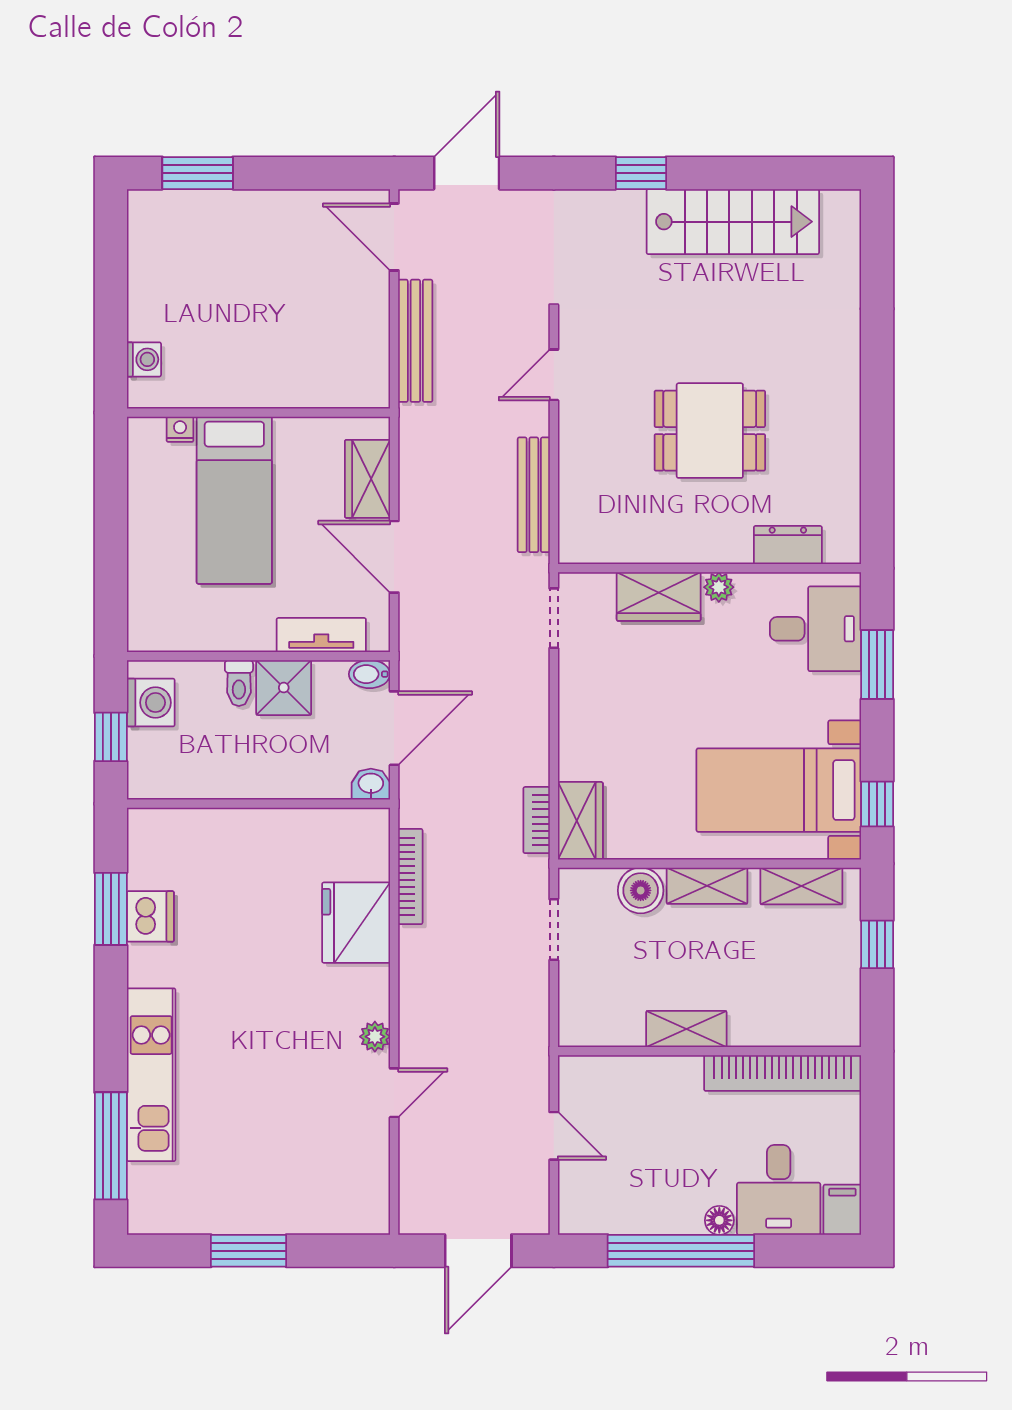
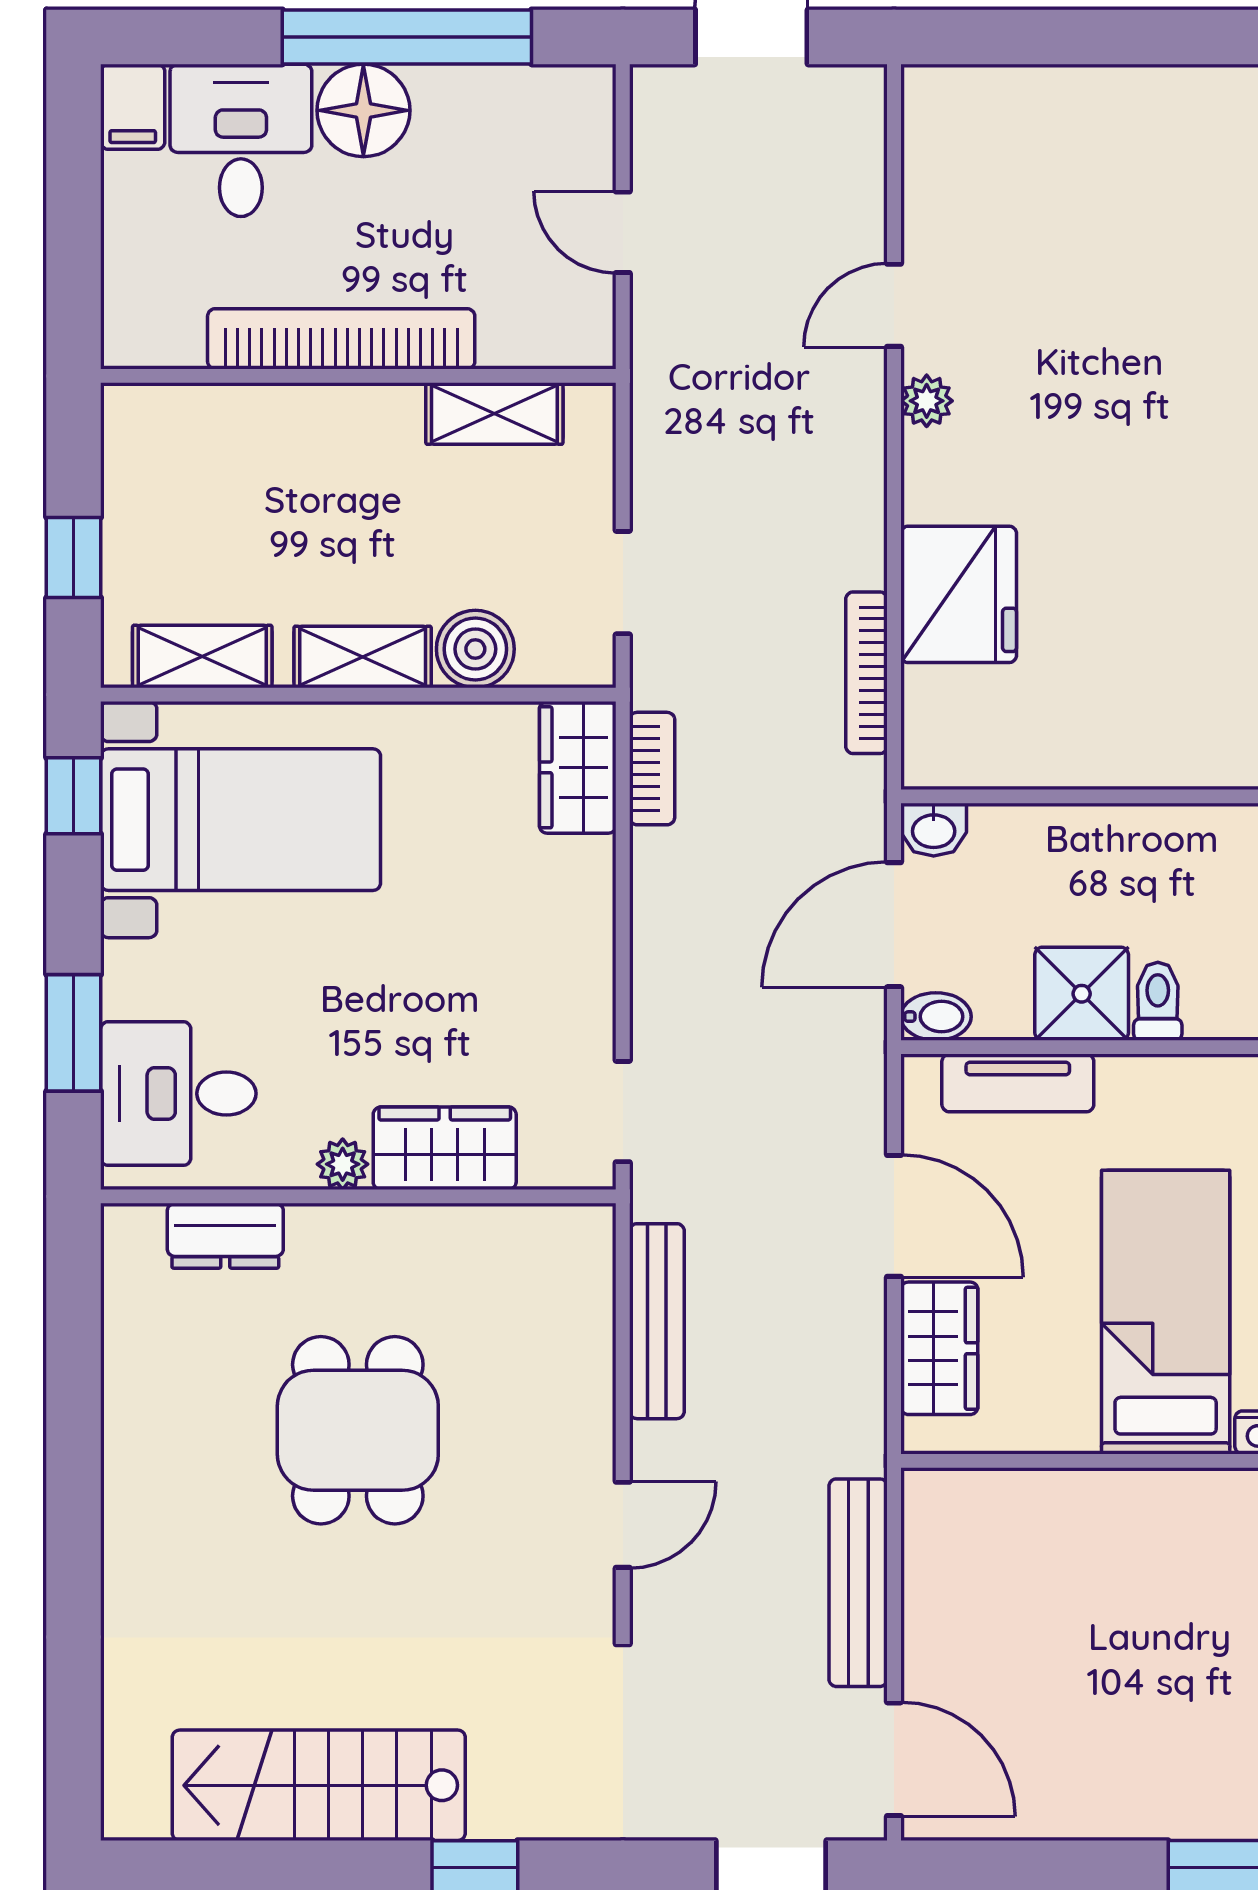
dining table: (710, 431) -> (358, 1430), turned 90
shelving: (686, 1029) -> (494, 414), moved
bookcase: (783, 1073) -> (341, 339), moved
floor lamp: (719, 1220) -> (363, 110), width x1.89, depth x1.89
window: (249, 1251) -> (1141, 37), removed

